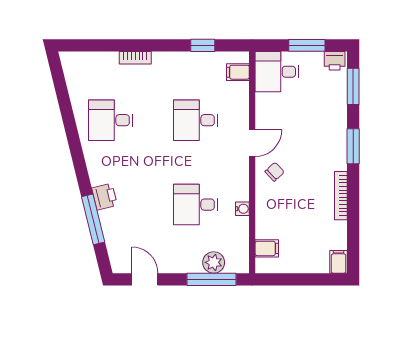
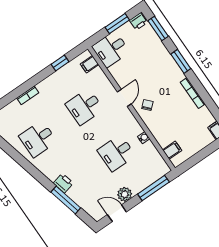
plant: (214, 262) -> (125, 194), moved

